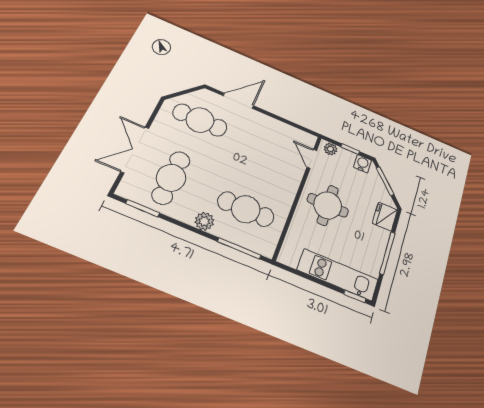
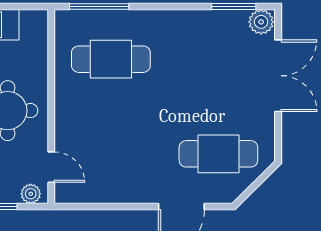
cafe table: (171, 178) -> (218, 59), removed
plant: (204, 221) -> (261, 22), moved

